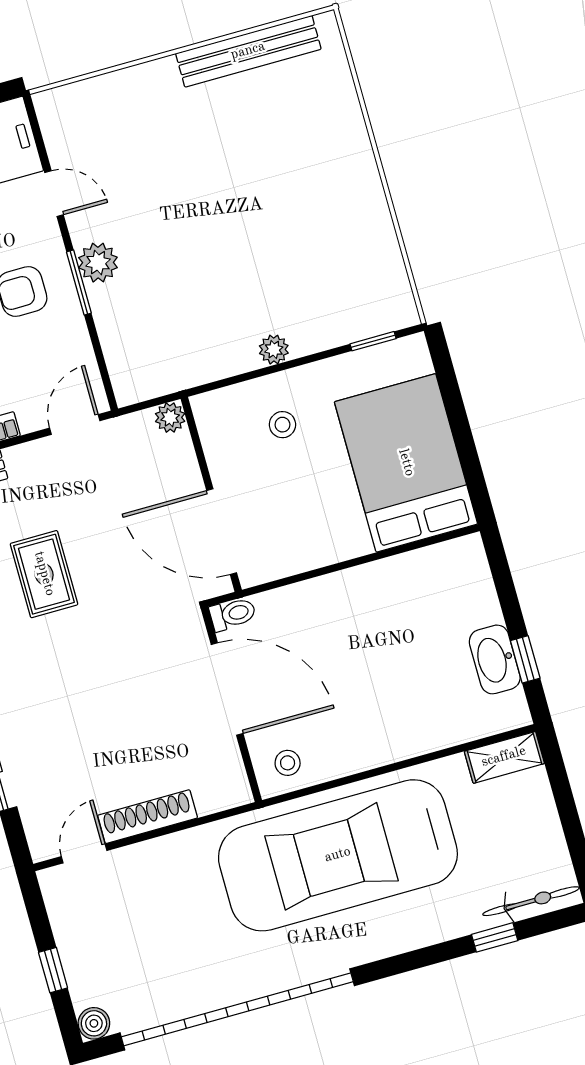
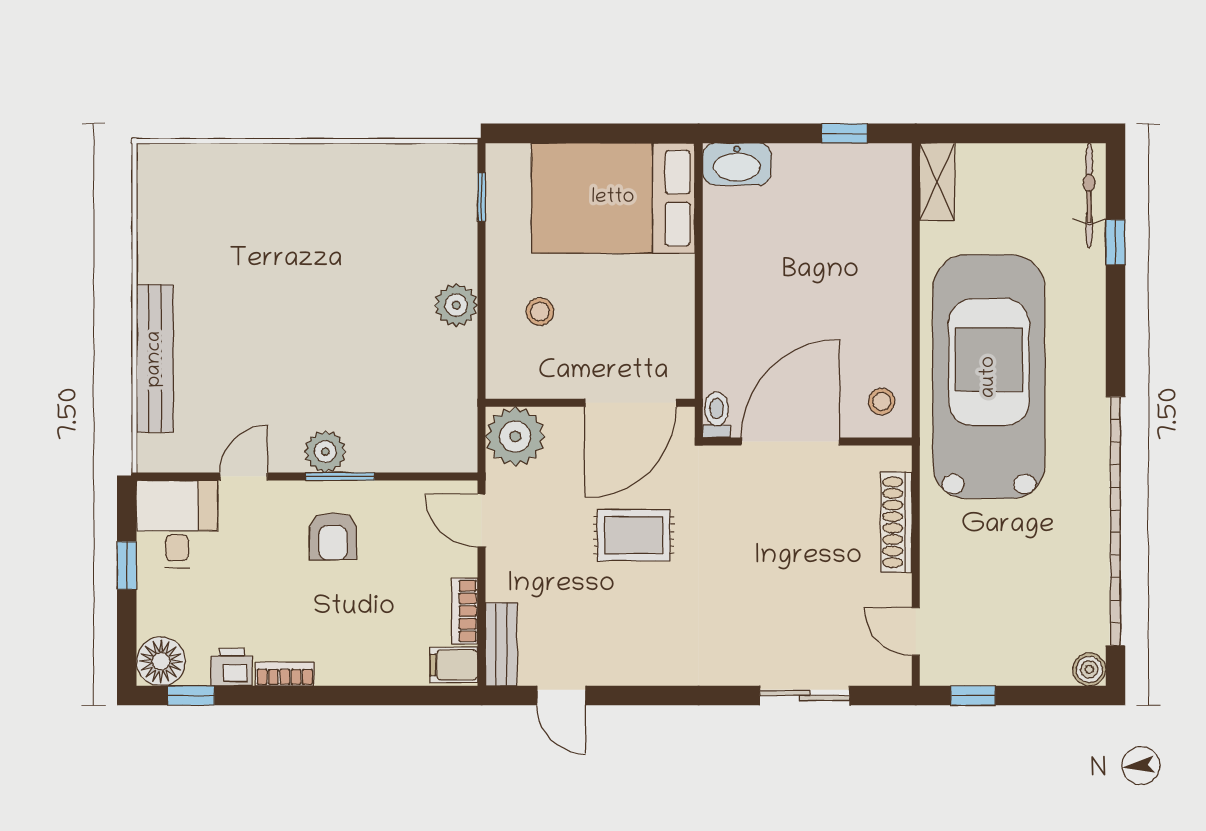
bench: (248, 51) -> (155, 359), moved
plant: (274, 350) -> (456, 305), width x1.38, depth x1.38
plant: (170, 418) -> (515, 437), width x1.87, depth x1.87
rug: (44, 574) -> (634, 535), moved
washbasin: (495, 659) -> (737, 164), moved
shoe rack: (148, 817) -> (896, 522), moved
car: (338, 855) -> (989, 377), turned 180
window: (53, 970) -> (973, 696), moved

